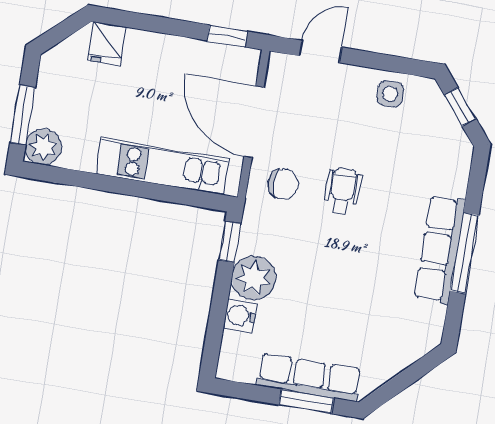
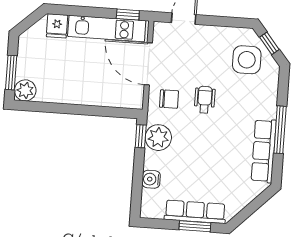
side table: (390, 94) -> (247, 60), moved, width x1.87, depth x1.87
kitchen unit: (162, 166) -> (107, 29), moved, turned 180
row of seats: (440, 249) -> (264, 151), moved
plant: (254, 278) -> (158, 138), moved

